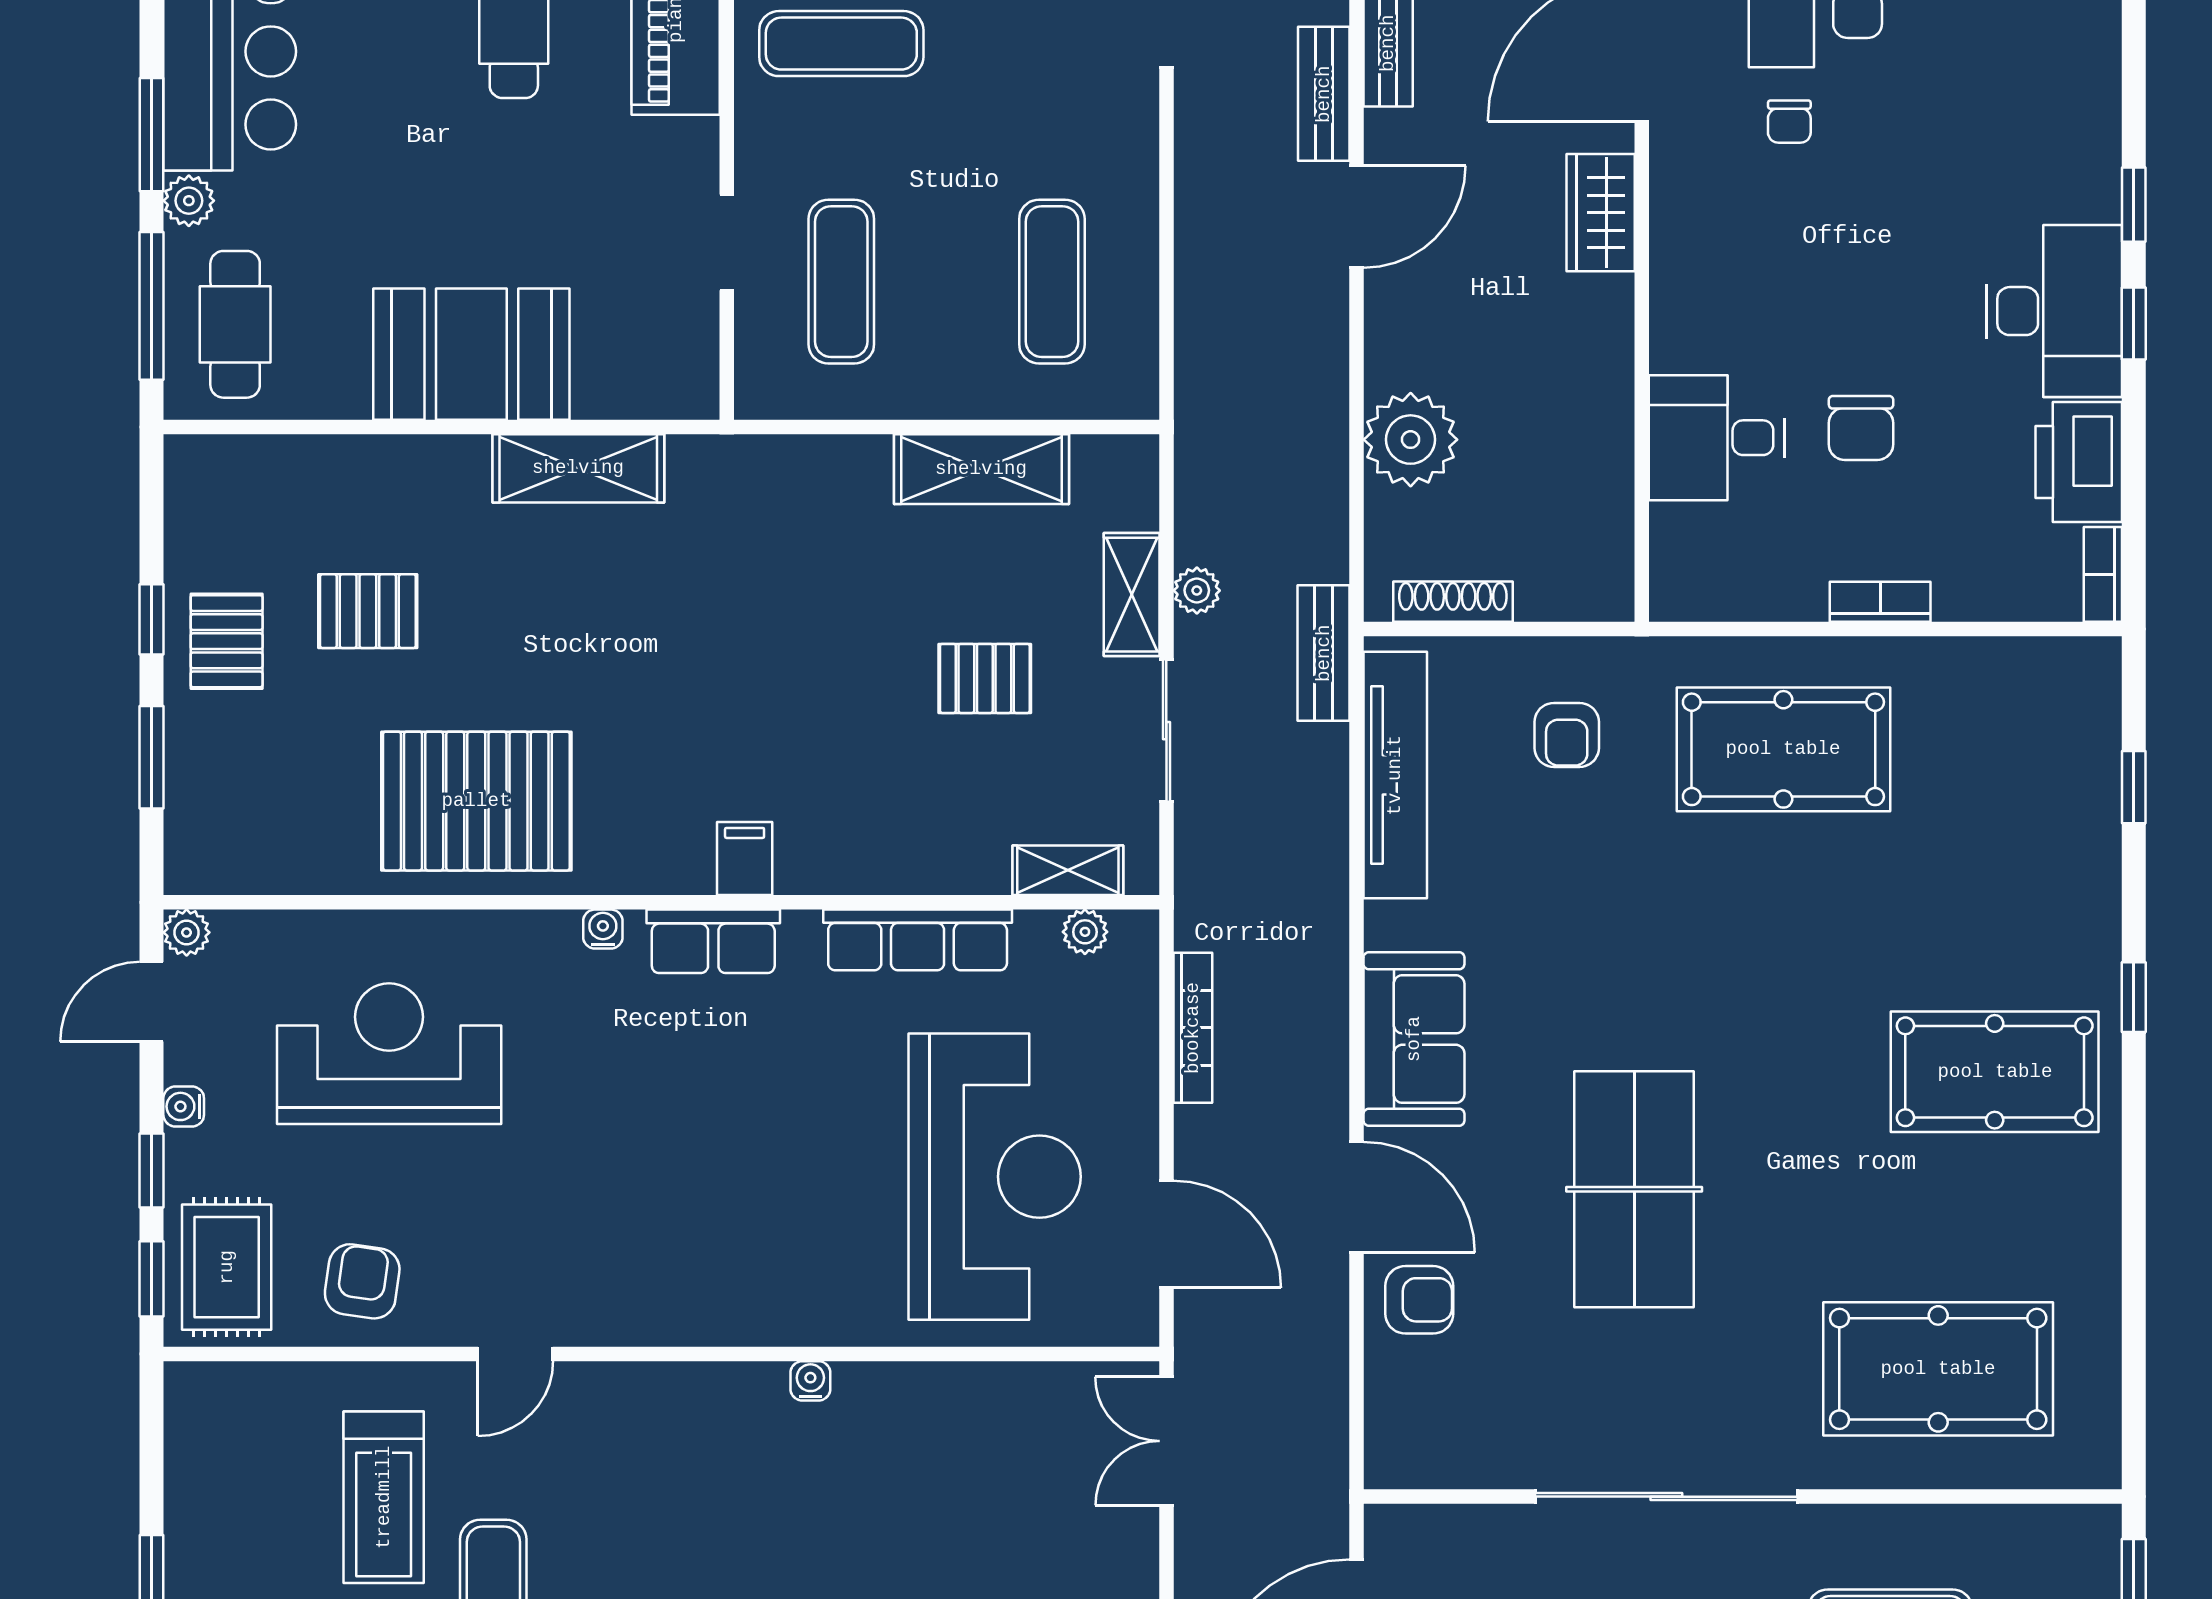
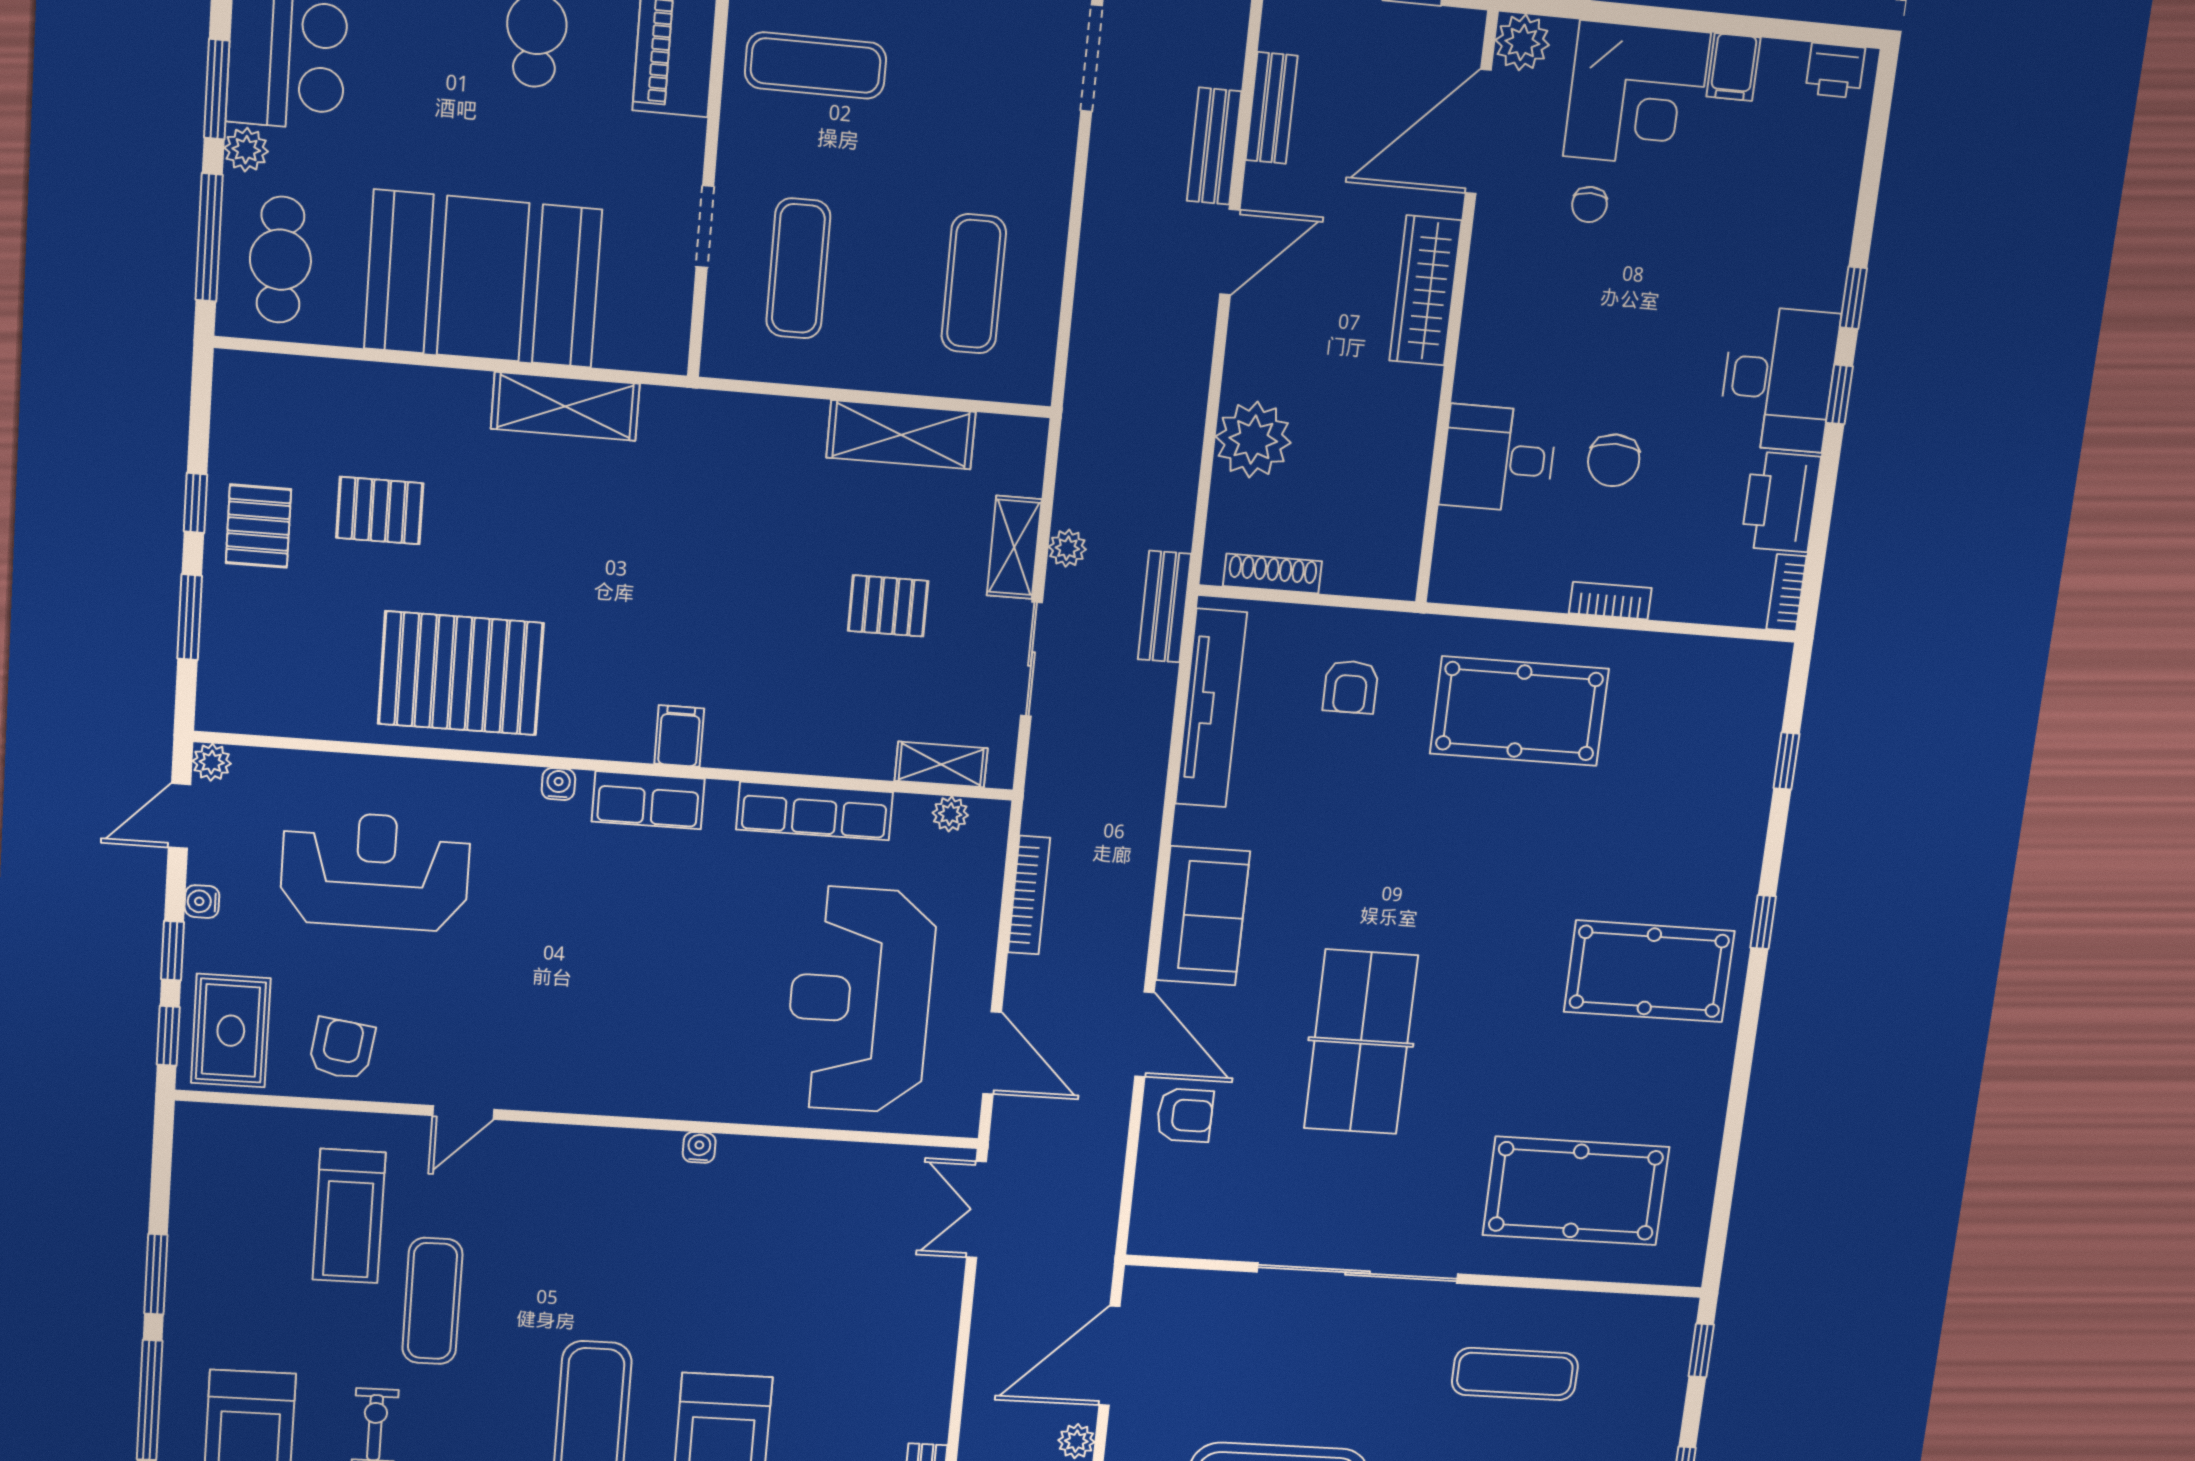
wardrobe: (1601, 213) -> (1425, 291), width x1.50
booth: (471, 354) -> (483, 279), width x1.36, depth x1.42
reception desk: (995, 1177) -> (860, 1000), turned 180

